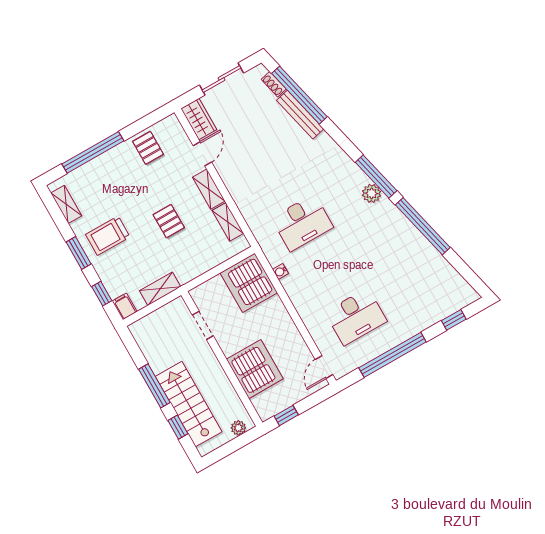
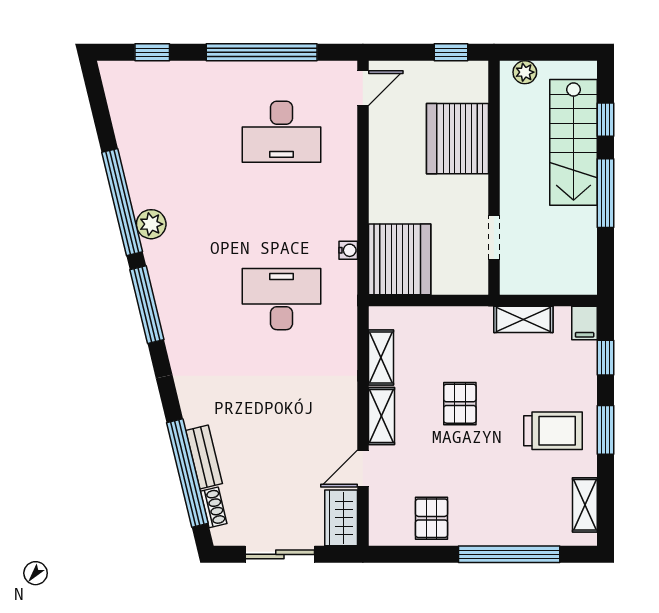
bench: (300, 115) -> (204, 457), width x0.73
plant: (372, 193) -> (151, 224), moved
desk: (356, 317) -> (281, 132), turned 180

